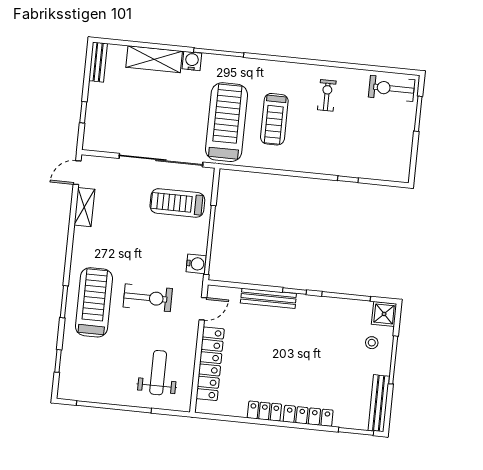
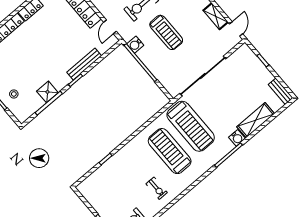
treadmill: (274, 119) -> (170, 151), width x1.37, depth x1.38
treadmill: (177, 203) -> (166, 32), moved, turned 90
shower: (384, 314) -> (47, 92), moved

